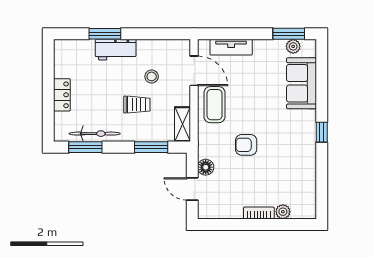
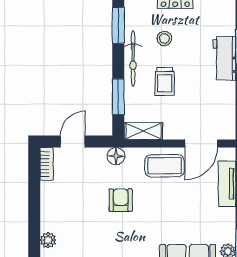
stool: (152, 76) -> (164, 39), moved
bicycle: (95, 134) -> (133, 58), moved
floor lamp: (206, 167) -> (116, 156), moved
bookcase: (259, 213) -> (47, 164), moved

